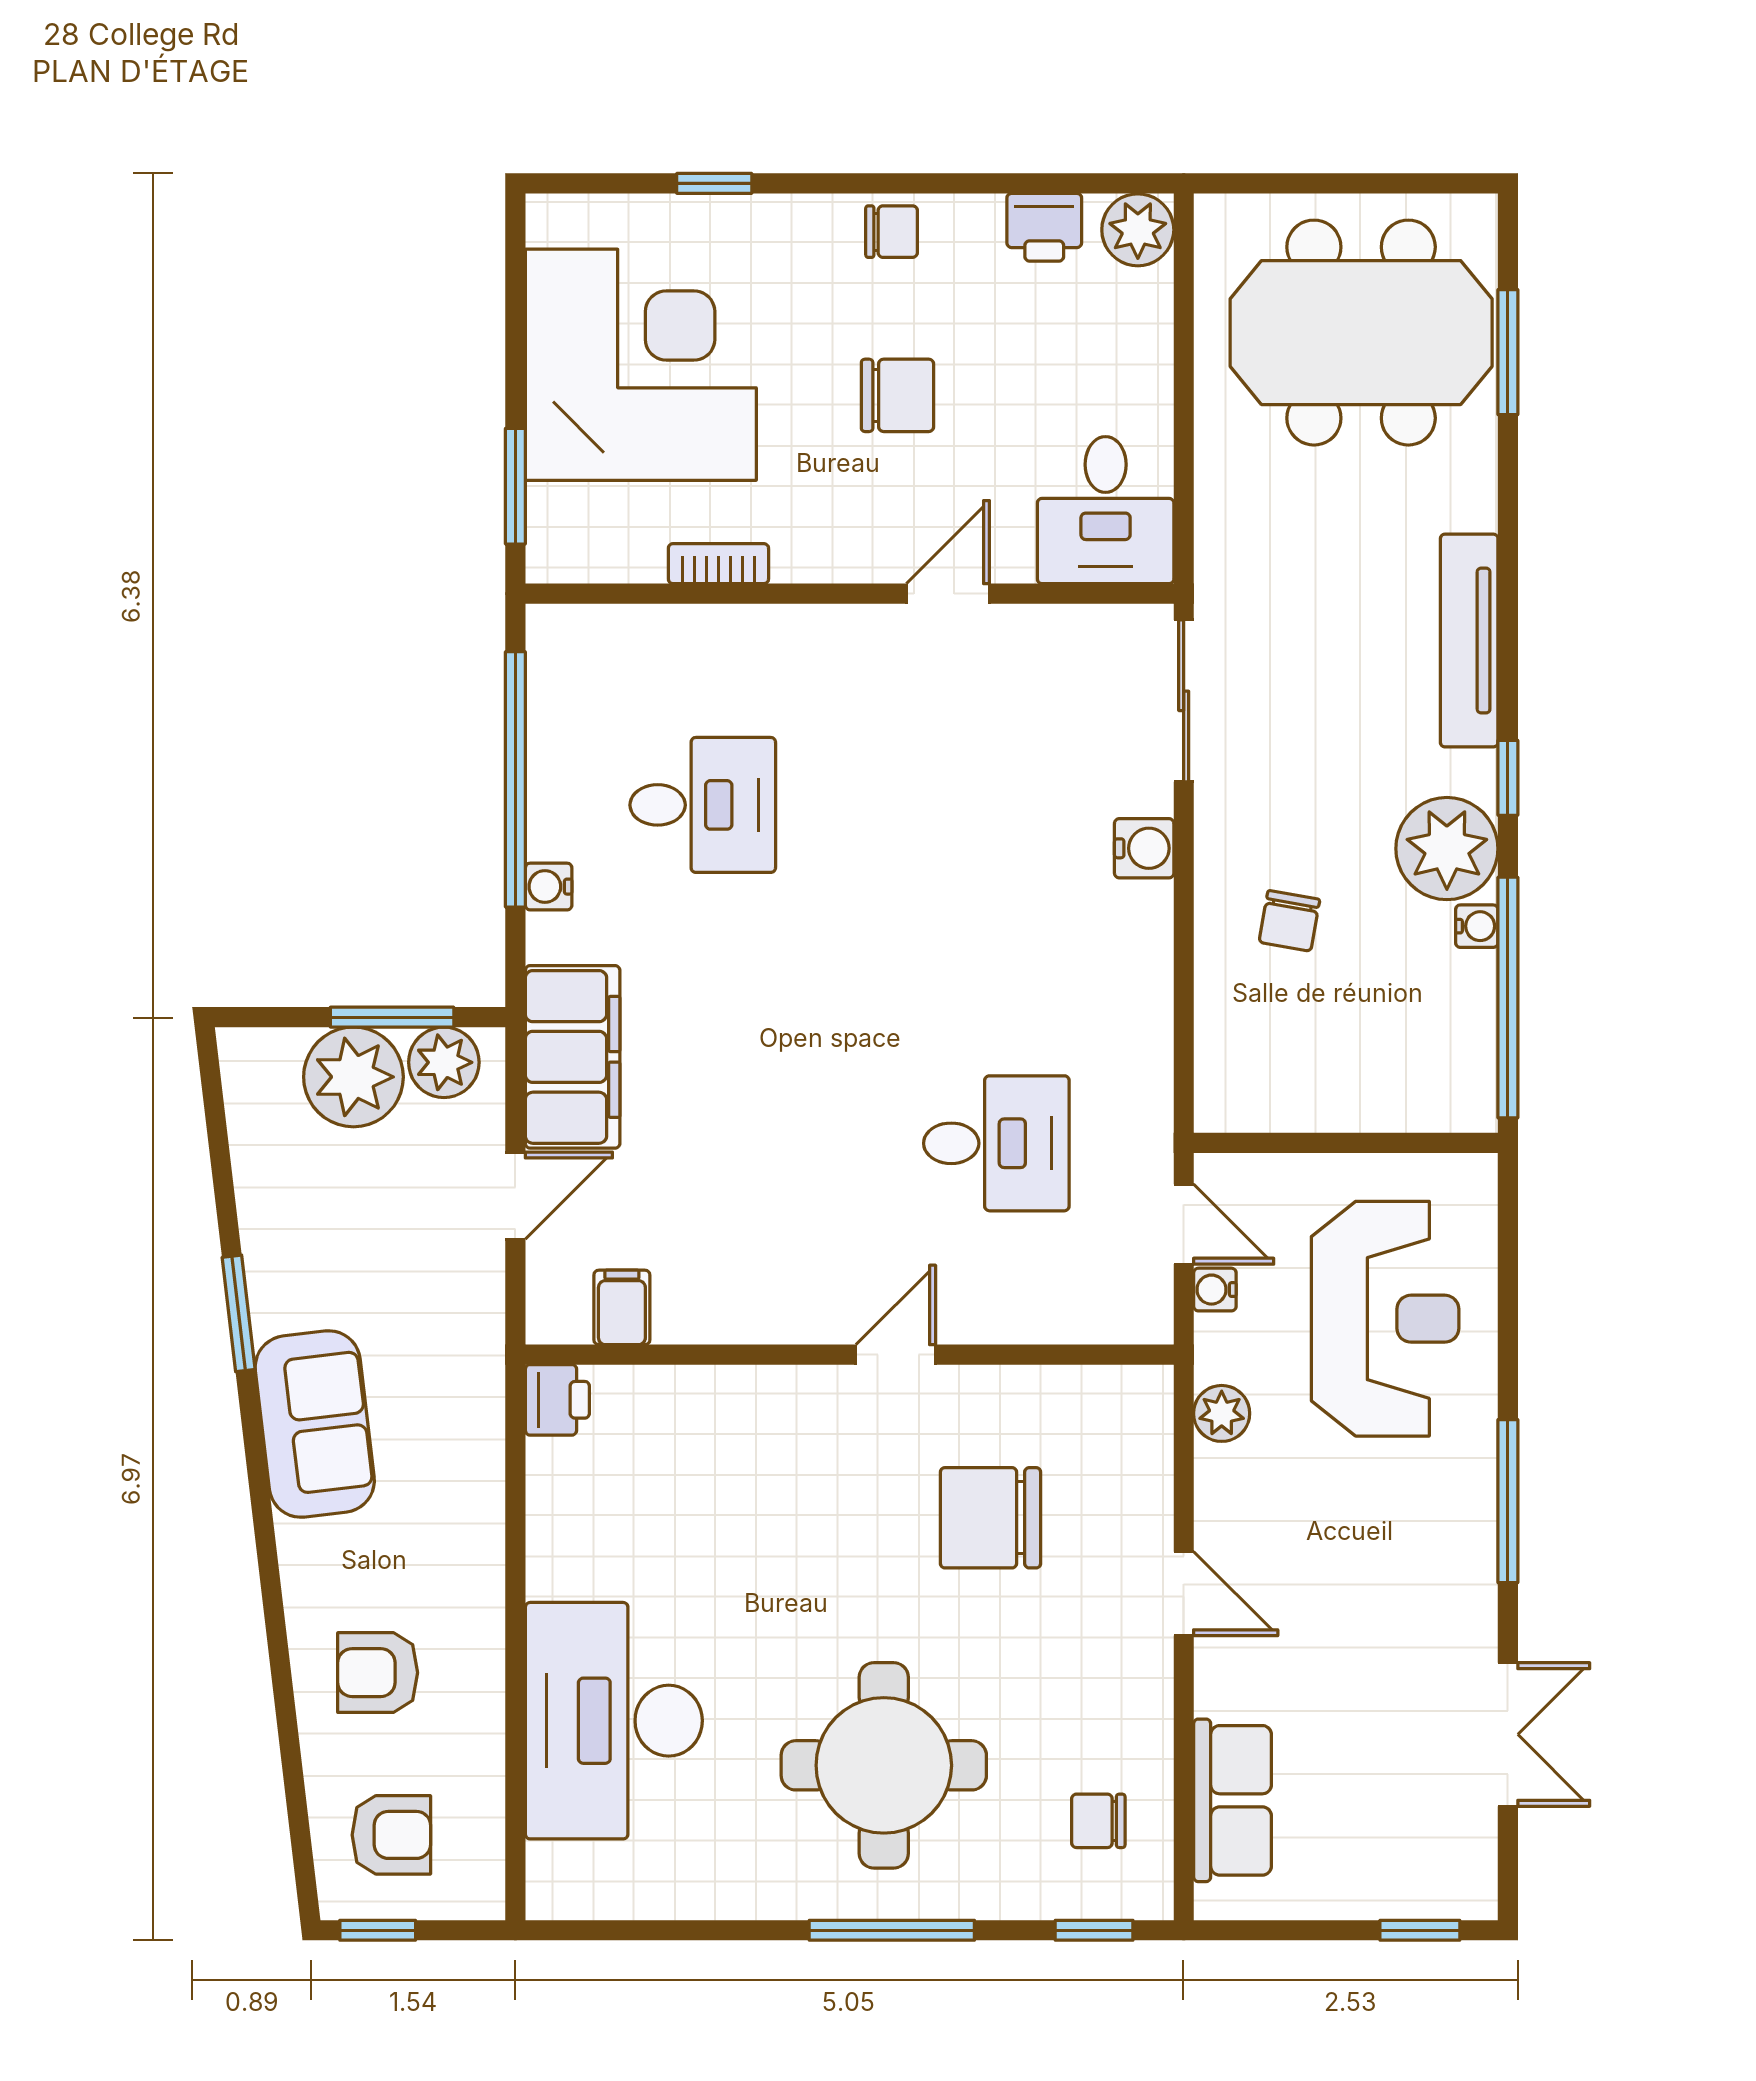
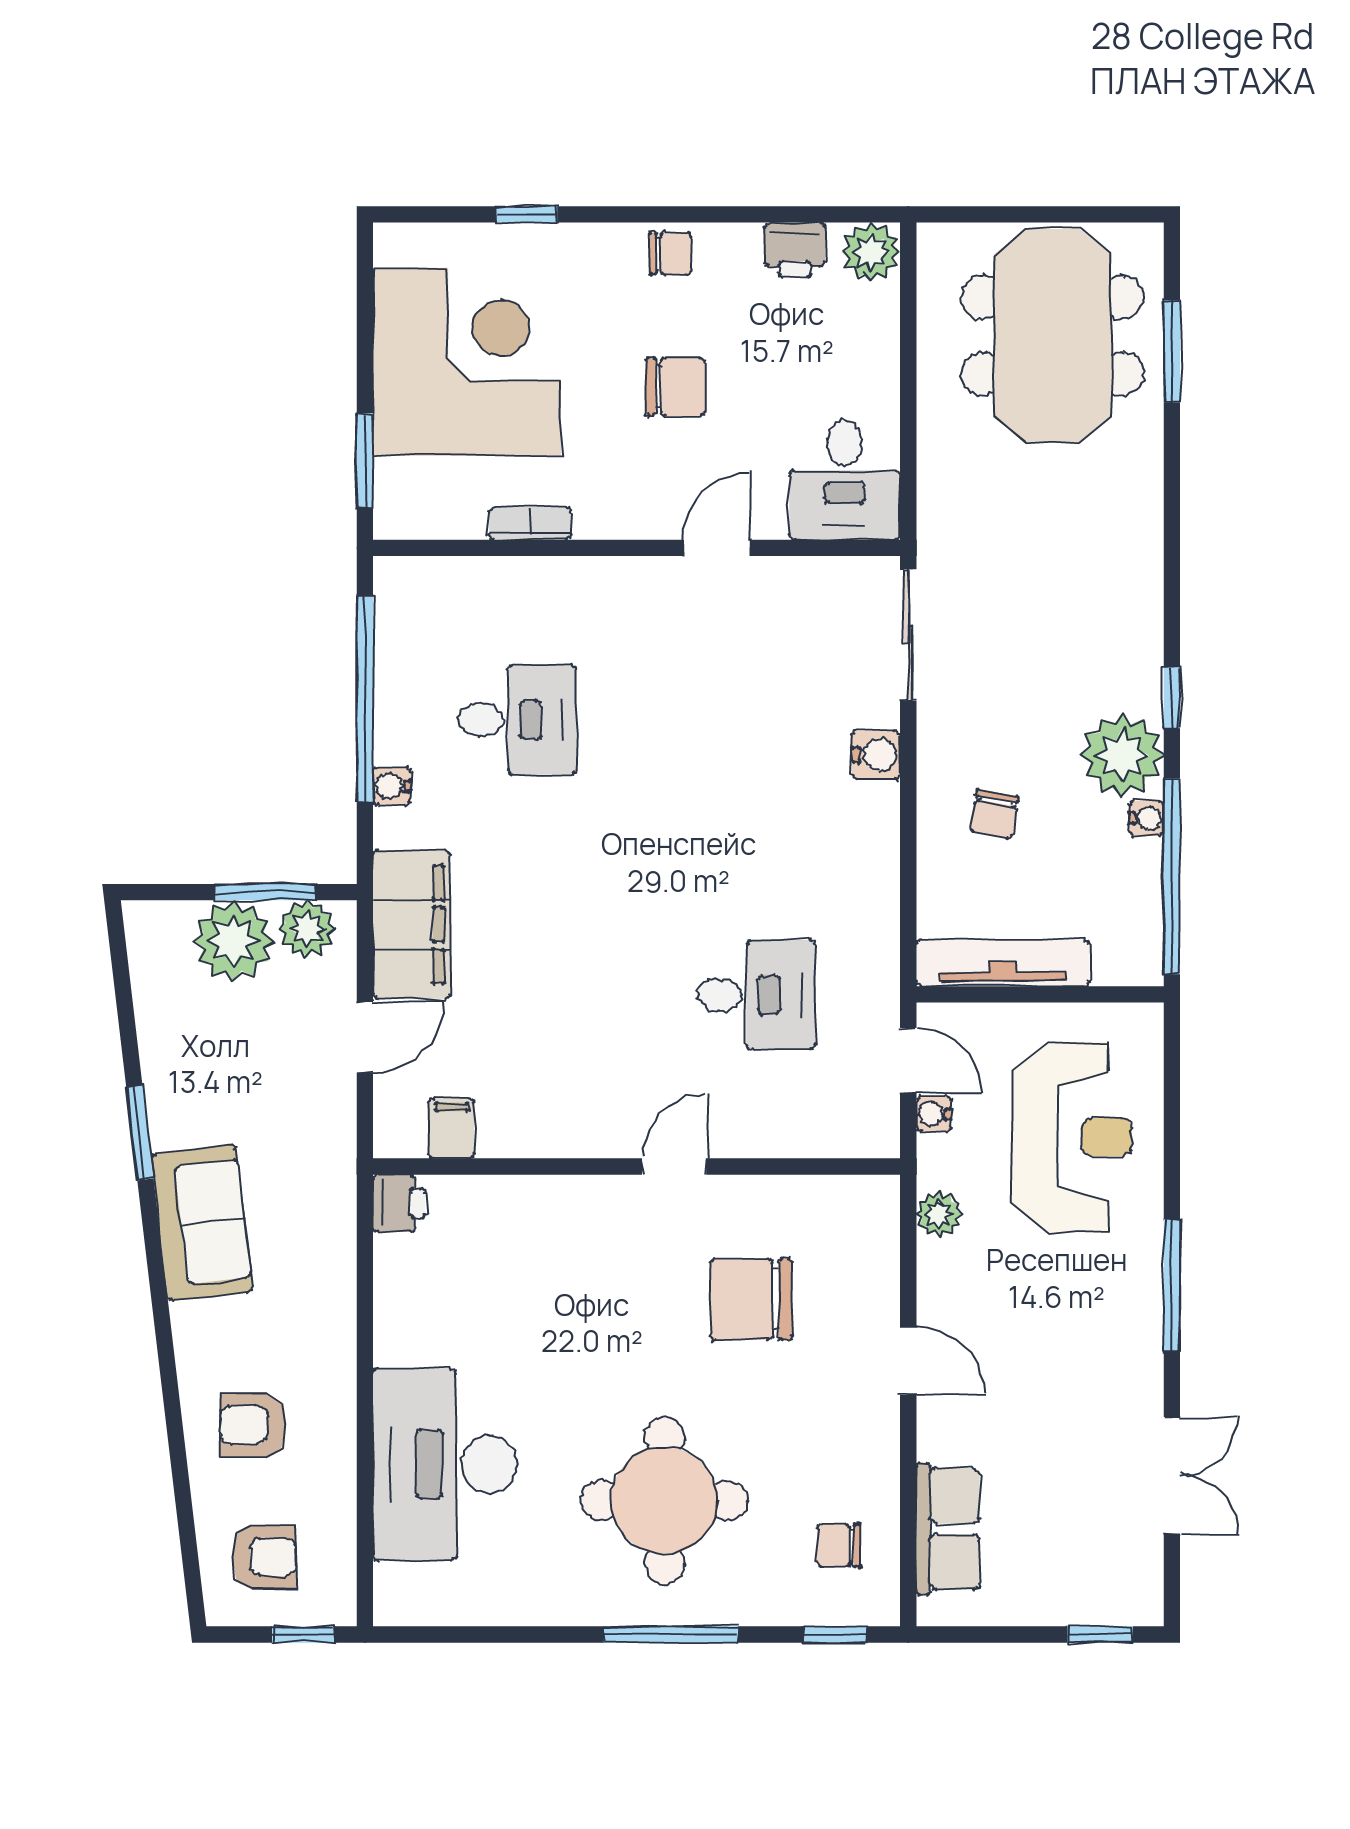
meeting table: (1361, 333) -> (1052, 336), turned 90
tv unit: (1469, 641) -> (1003, 963), moved, turned 90
window: (378, 1930) -> (303, 1635), moved

